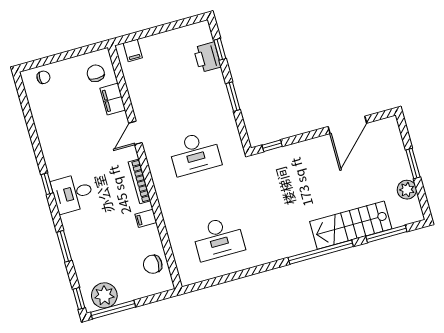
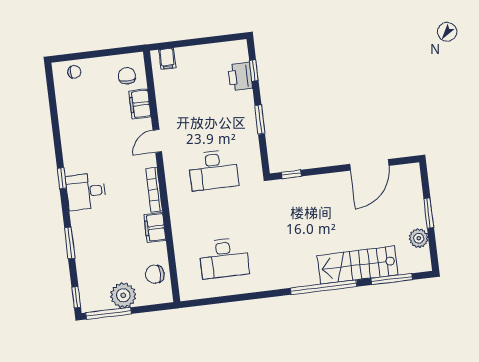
filing cabinet: (146, 218) -> (155, 227), width x2.00
plant: (104, 295) -> (123, 295), moved

